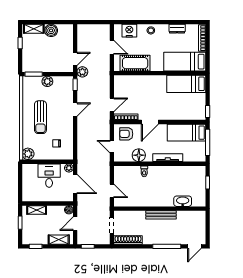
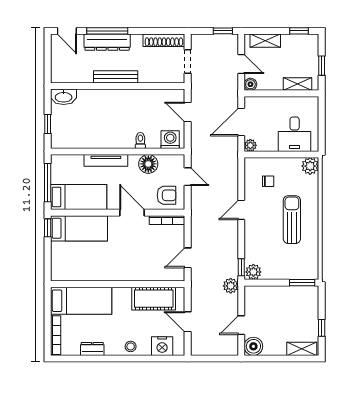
boiler: (51, 30) -> (253, 346), moved
door: (75, 59) -> (241, 325), moved
plant: (47, 81) -> (253, 272), moved
bed: (186, 84) -> (79, 228), moved
door: (112, 105) -> (188, 258), moved
door: (75, 110) -> (241, 210), moved
door: (150, 122) -> (132, 213), hinge flipped
washing machine: (124, 172) -> (170, 140), added
desk: (49, 176) -> (295, 134), moved
door: (75, 184) -> (241, 122), hinge flipped
washbasin: (183, 201) -> (64, 97), moved
door: (75, 224) -> (241, 64), hinge flipped
dresser: (167, 239) -> (107, 42), added
door: (194, 246) -> (67, 31), swing flipped

